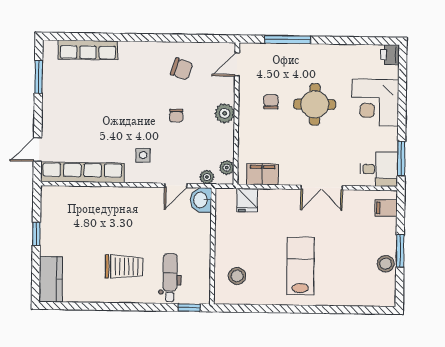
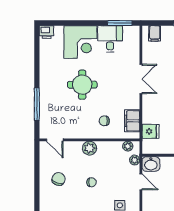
chair: (271, 102) -> (104, 121), moved
desk: (379, 169) -> (110, 39), moved

